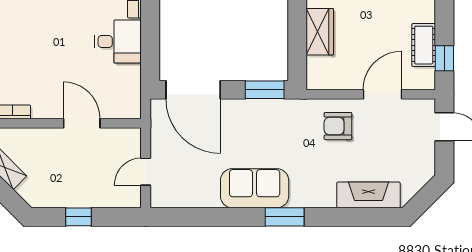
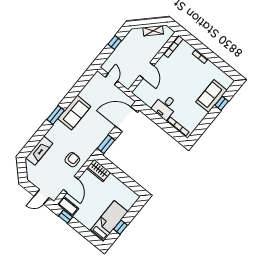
wardrobe: (320, 32) -> (98, 170), moved
cot: (424, 45) -> (68, 206), moved
door: (82, 123) -> (147, 70), hinge flipped

